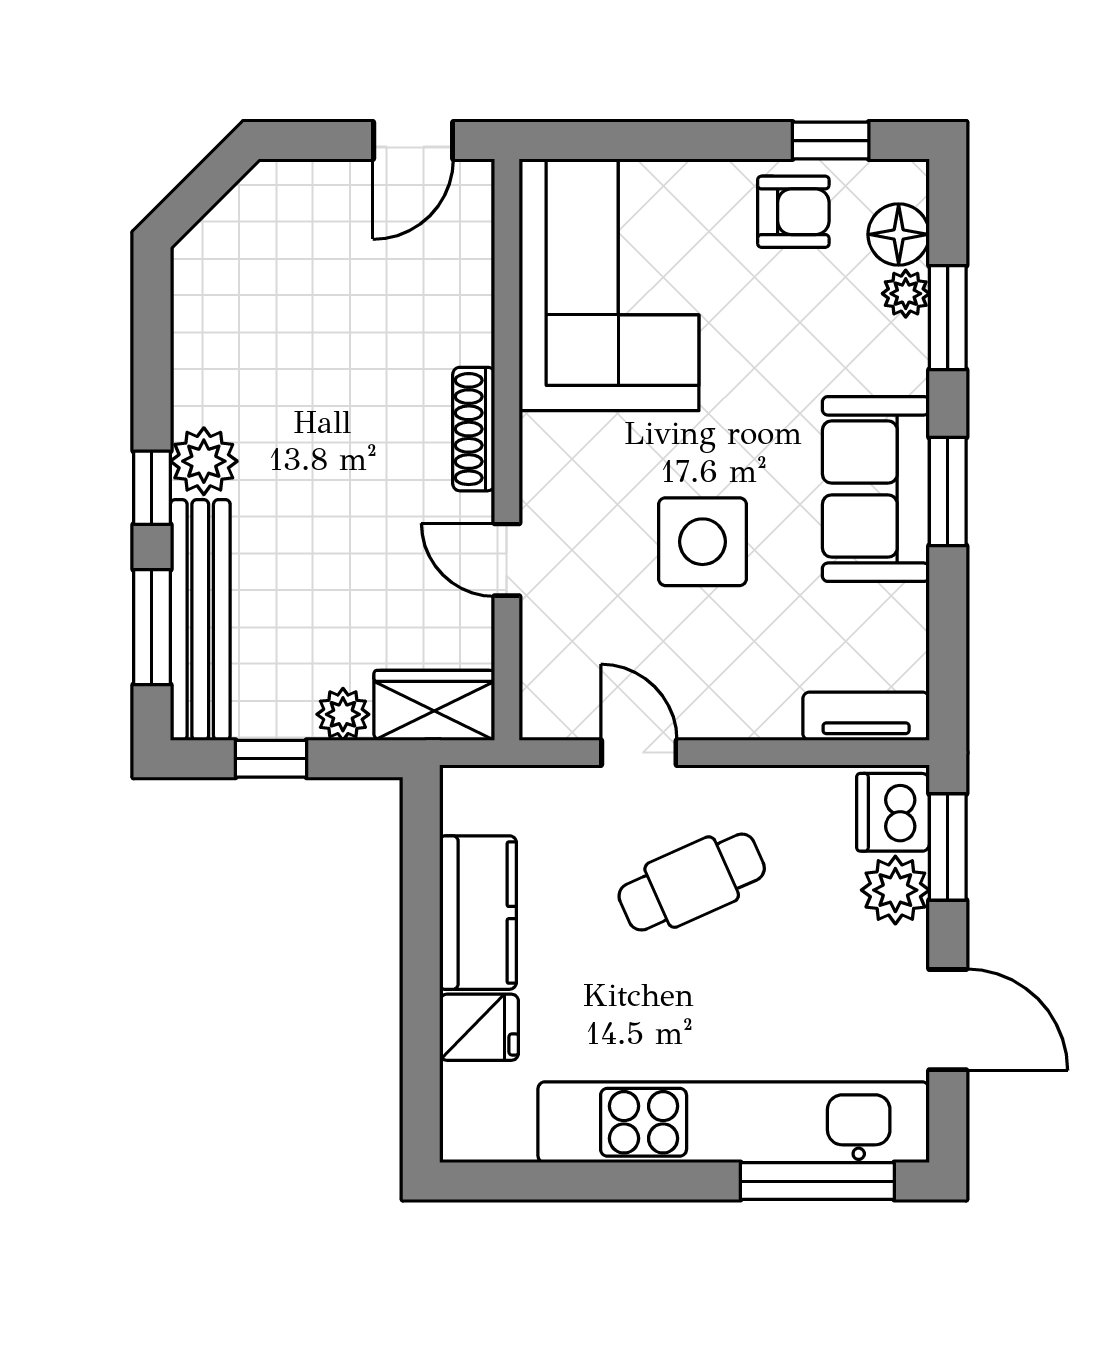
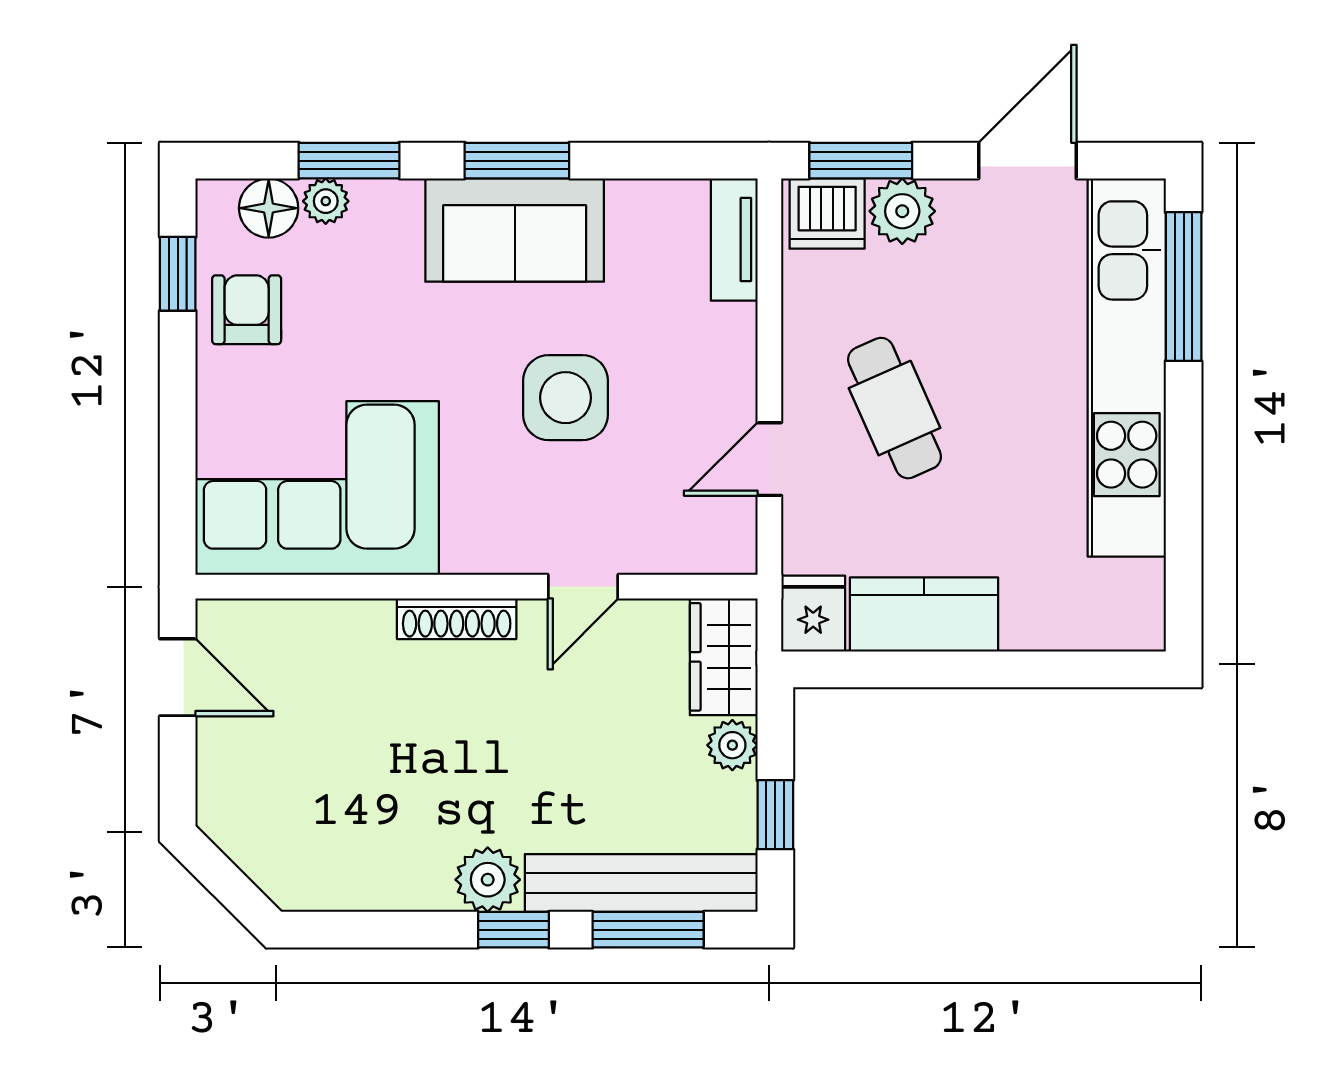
fridge: (479, 1027) -> (813, 614), moved

